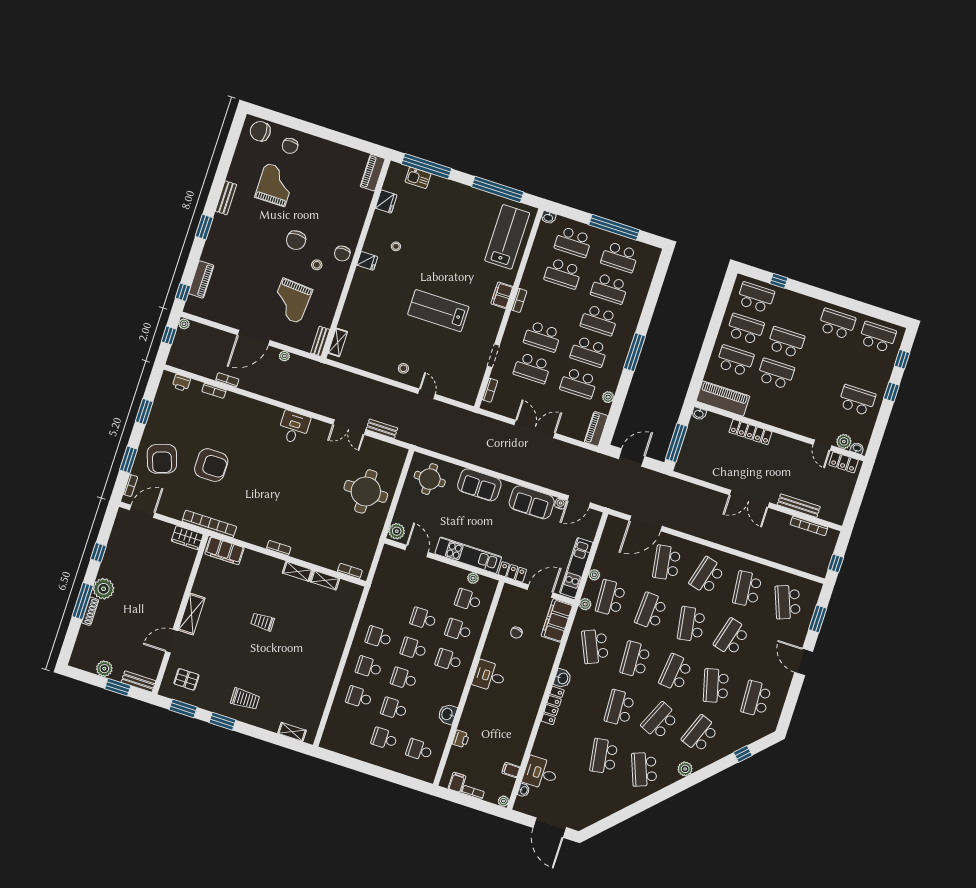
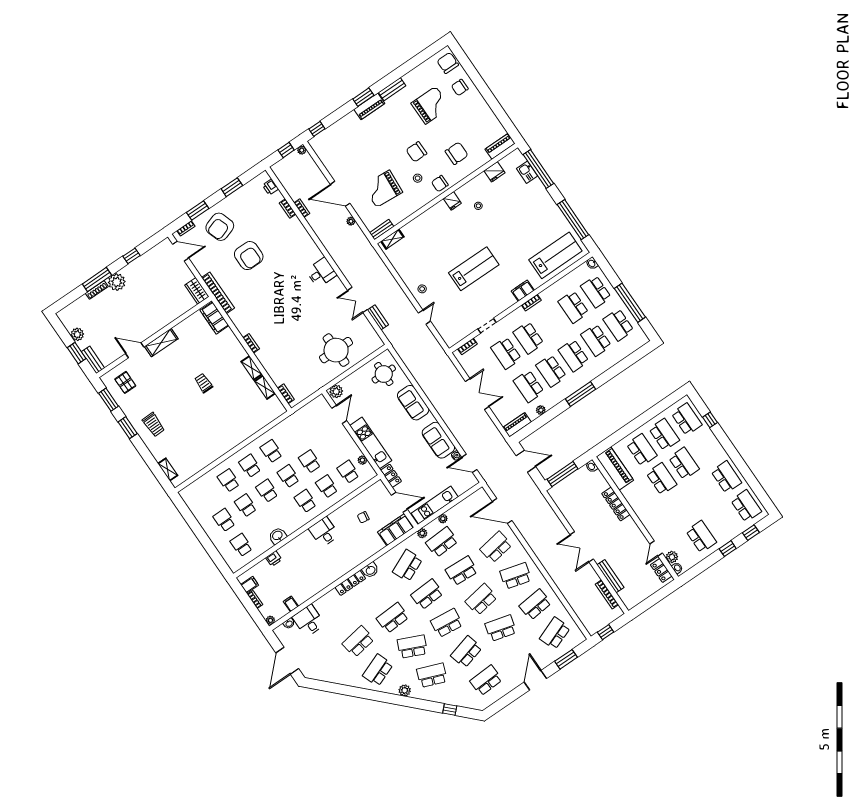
chair: (336, 212) -> (457, 153), added
piano: (201, 279) -> (369, 106), moved
lab bench: (438, 311) -> (474, 269), turned 90

